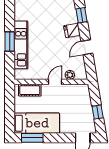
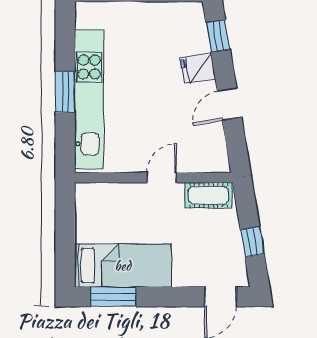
kitchen unit: (21, 45) -> (89, 99), width x1.36
plant: (70, 75) -> (193, 163), removed
cot: (30, 90) -> (208, 195), moved

